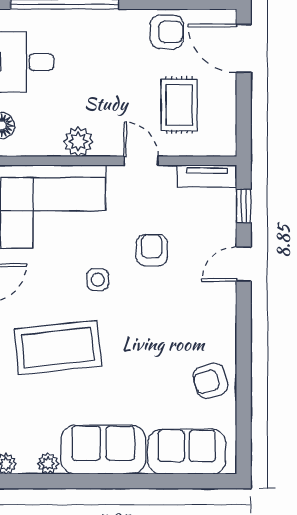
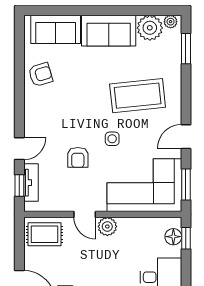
rug: (179, 105) -> (45, 234), moved, turned 90
plant: (78, 142) -> (107, 226), moved
tv unit: (207, 176) -> (31, 183), moved, turned 90
plant: (48, 464) -> (150, 28), width x1.87, depth x1.87

